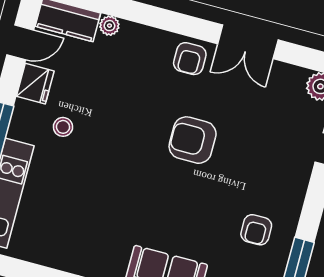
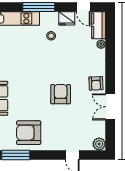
armchair: (190, 59) -> (96, 83), turned -92
armchair: (256, 230) -> (29, 133), width x1.88, depth x1.88

